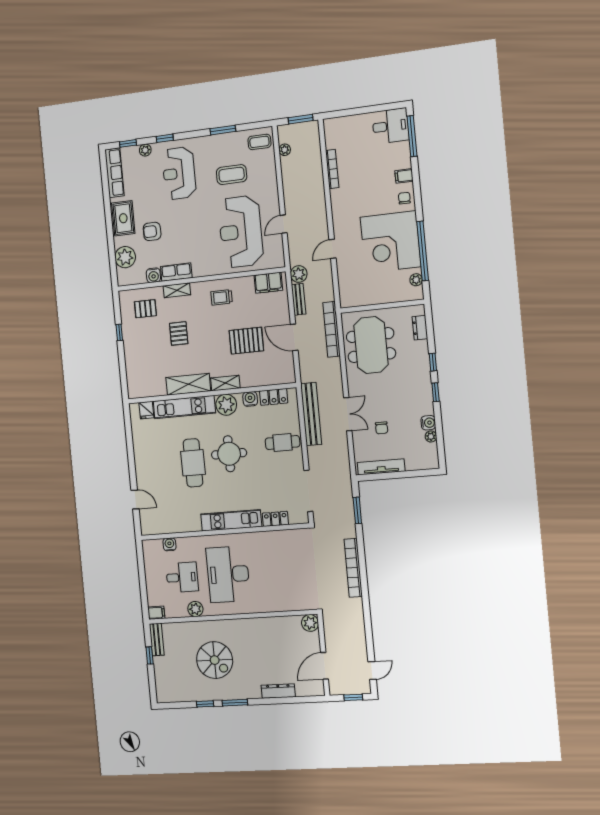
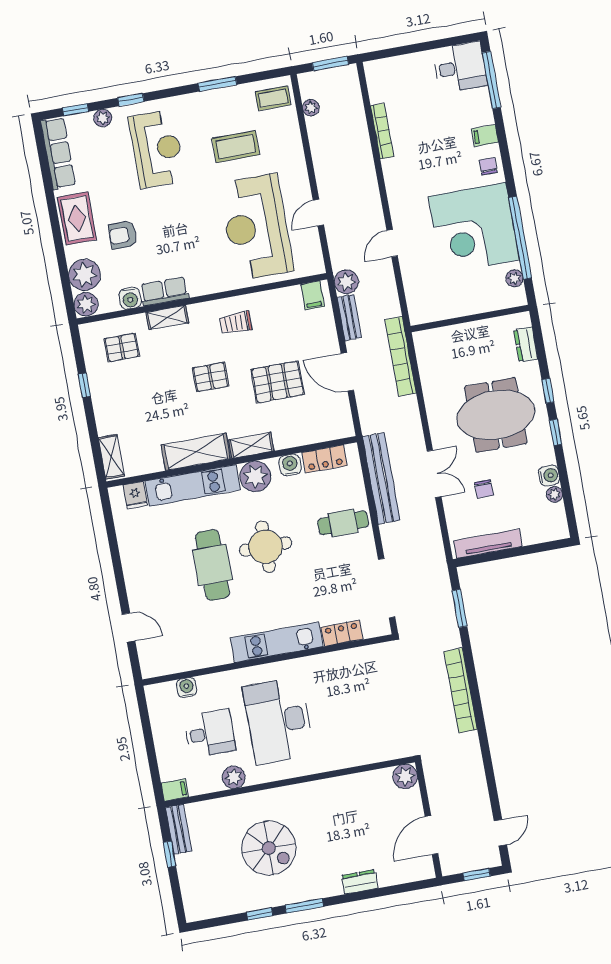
reception desk: (179, 173) -> (157, 149), turned 180
plant: (125, 277) -> (86, 304), added
filing cabinet: (268, 283) -> (313, 295), width x0.50
pallet: (179, 333) -> (211, 377), moved, turned 90
meeting table: (371, 345) -> (496, 415), moved, turned 90
shelving: (133, 383) -> (111, 457), added
dresser: (278, 691) -> (360, 882), width x0.70

